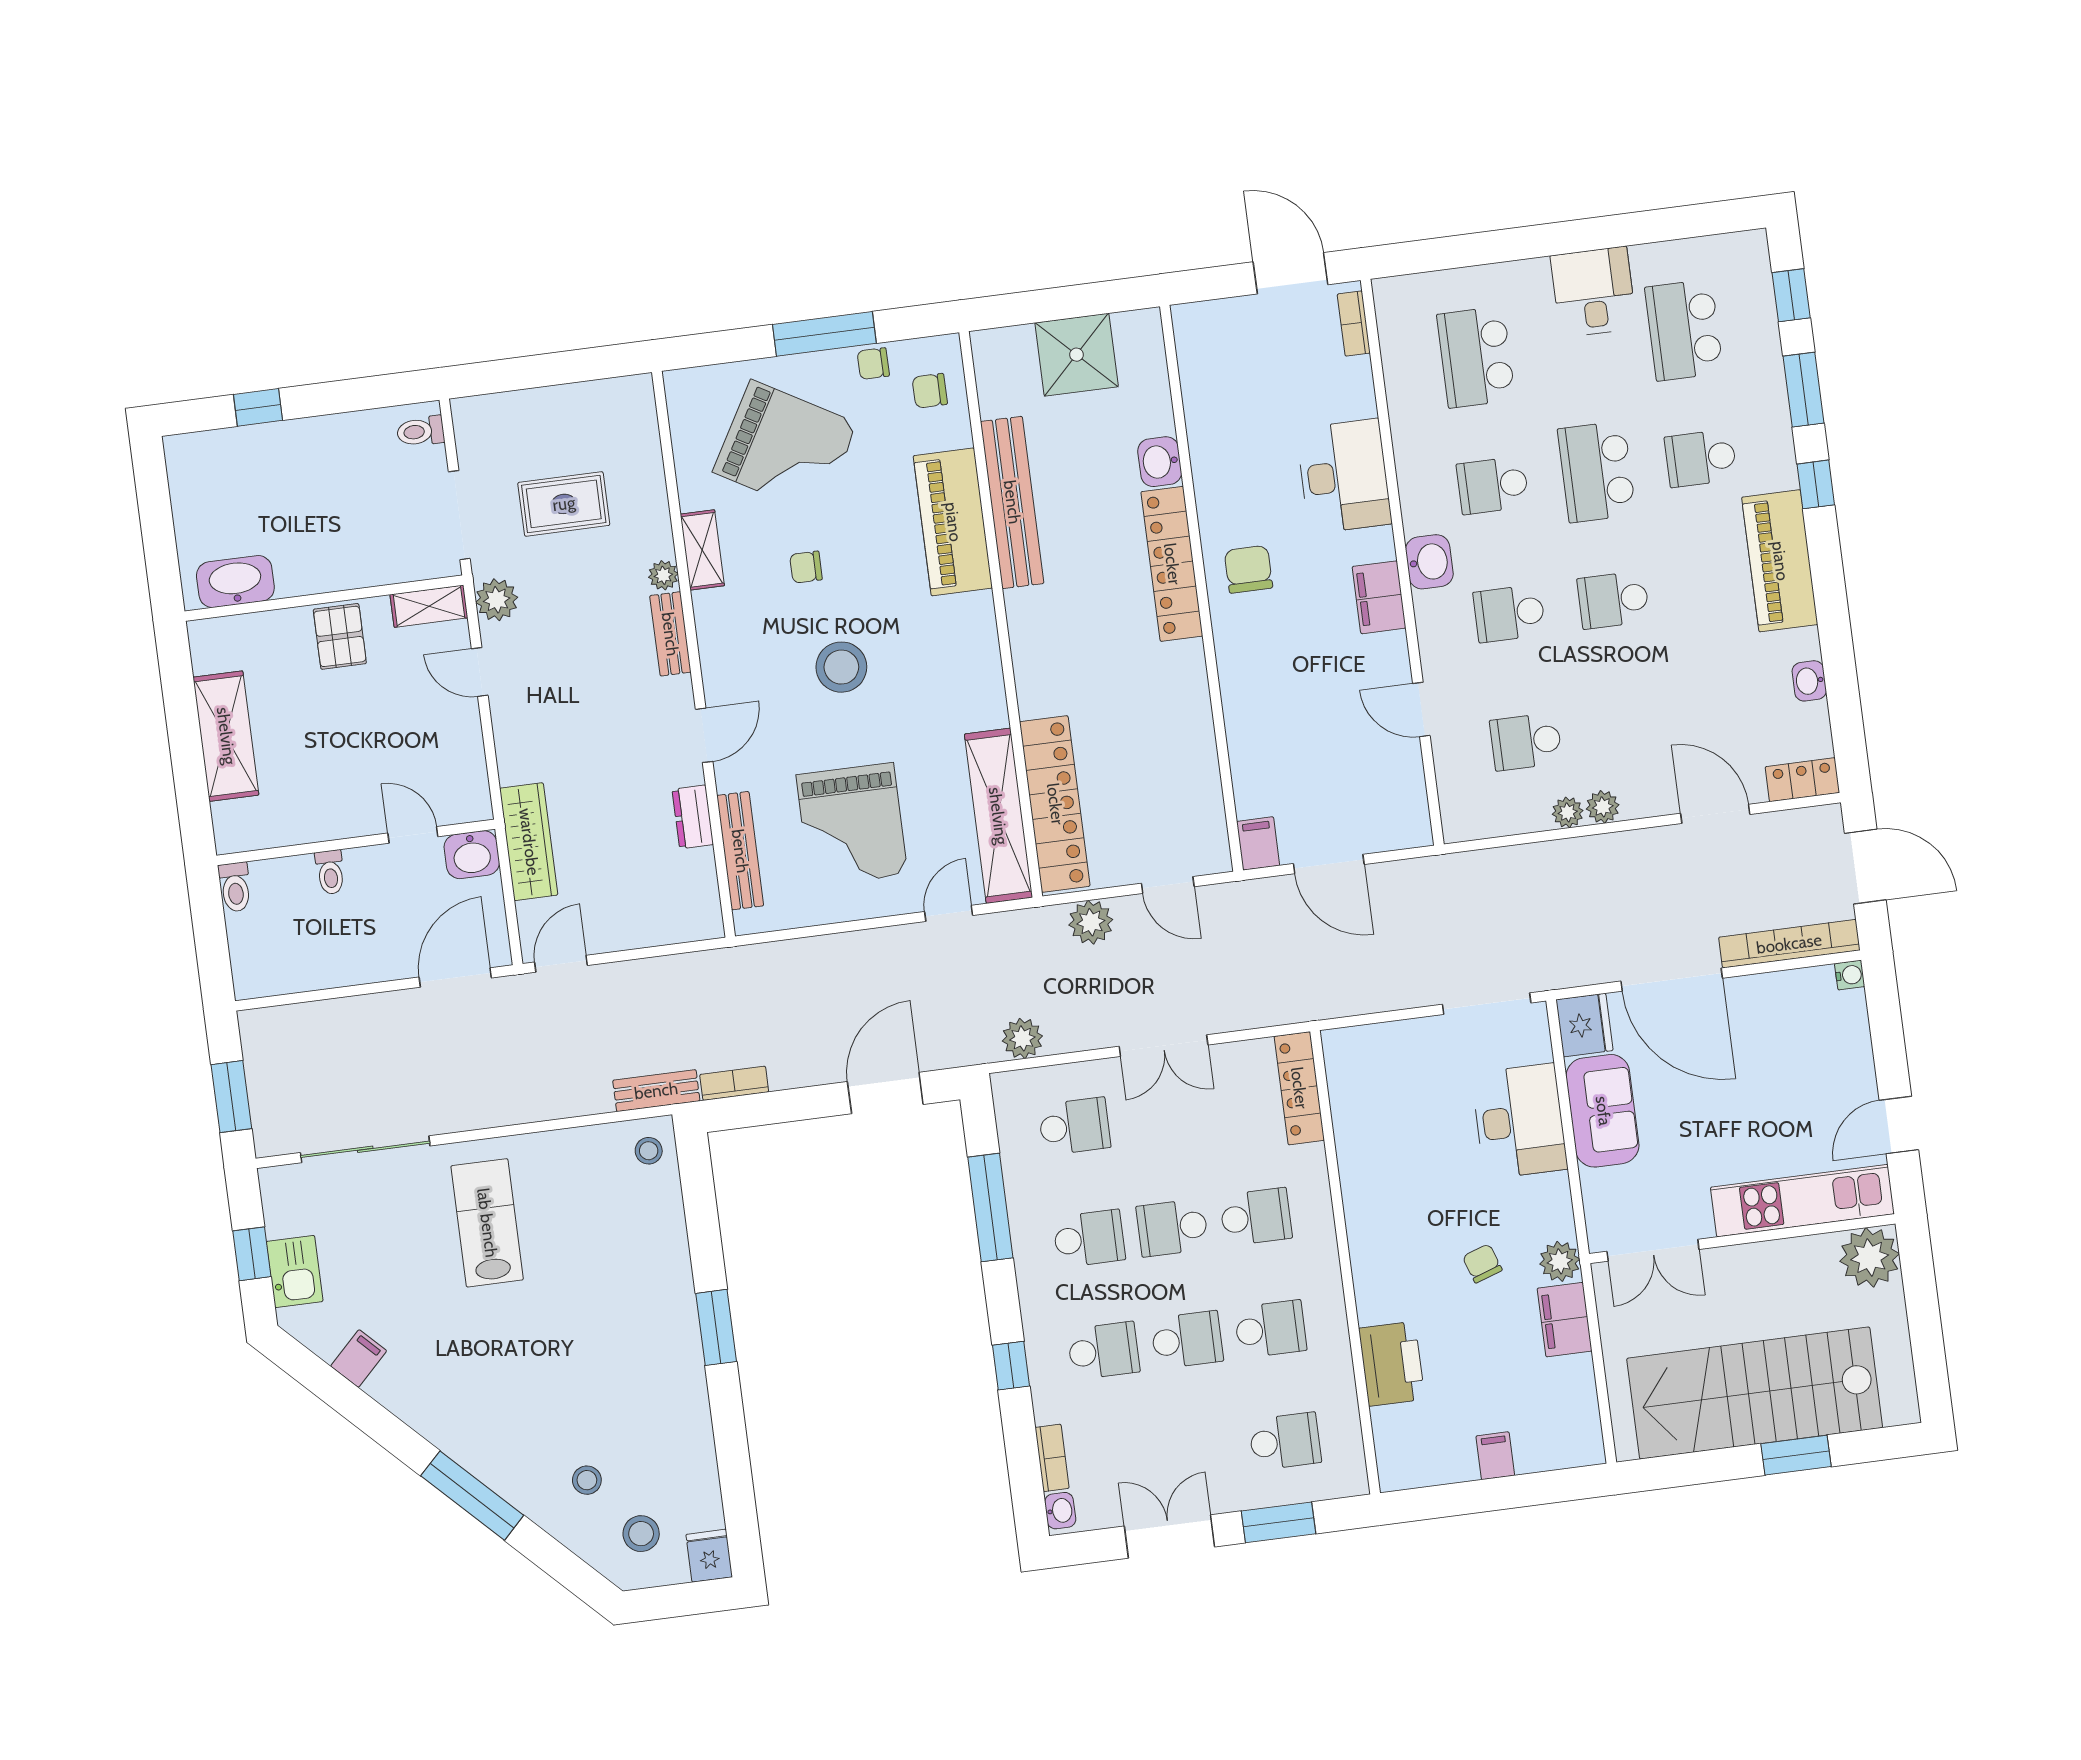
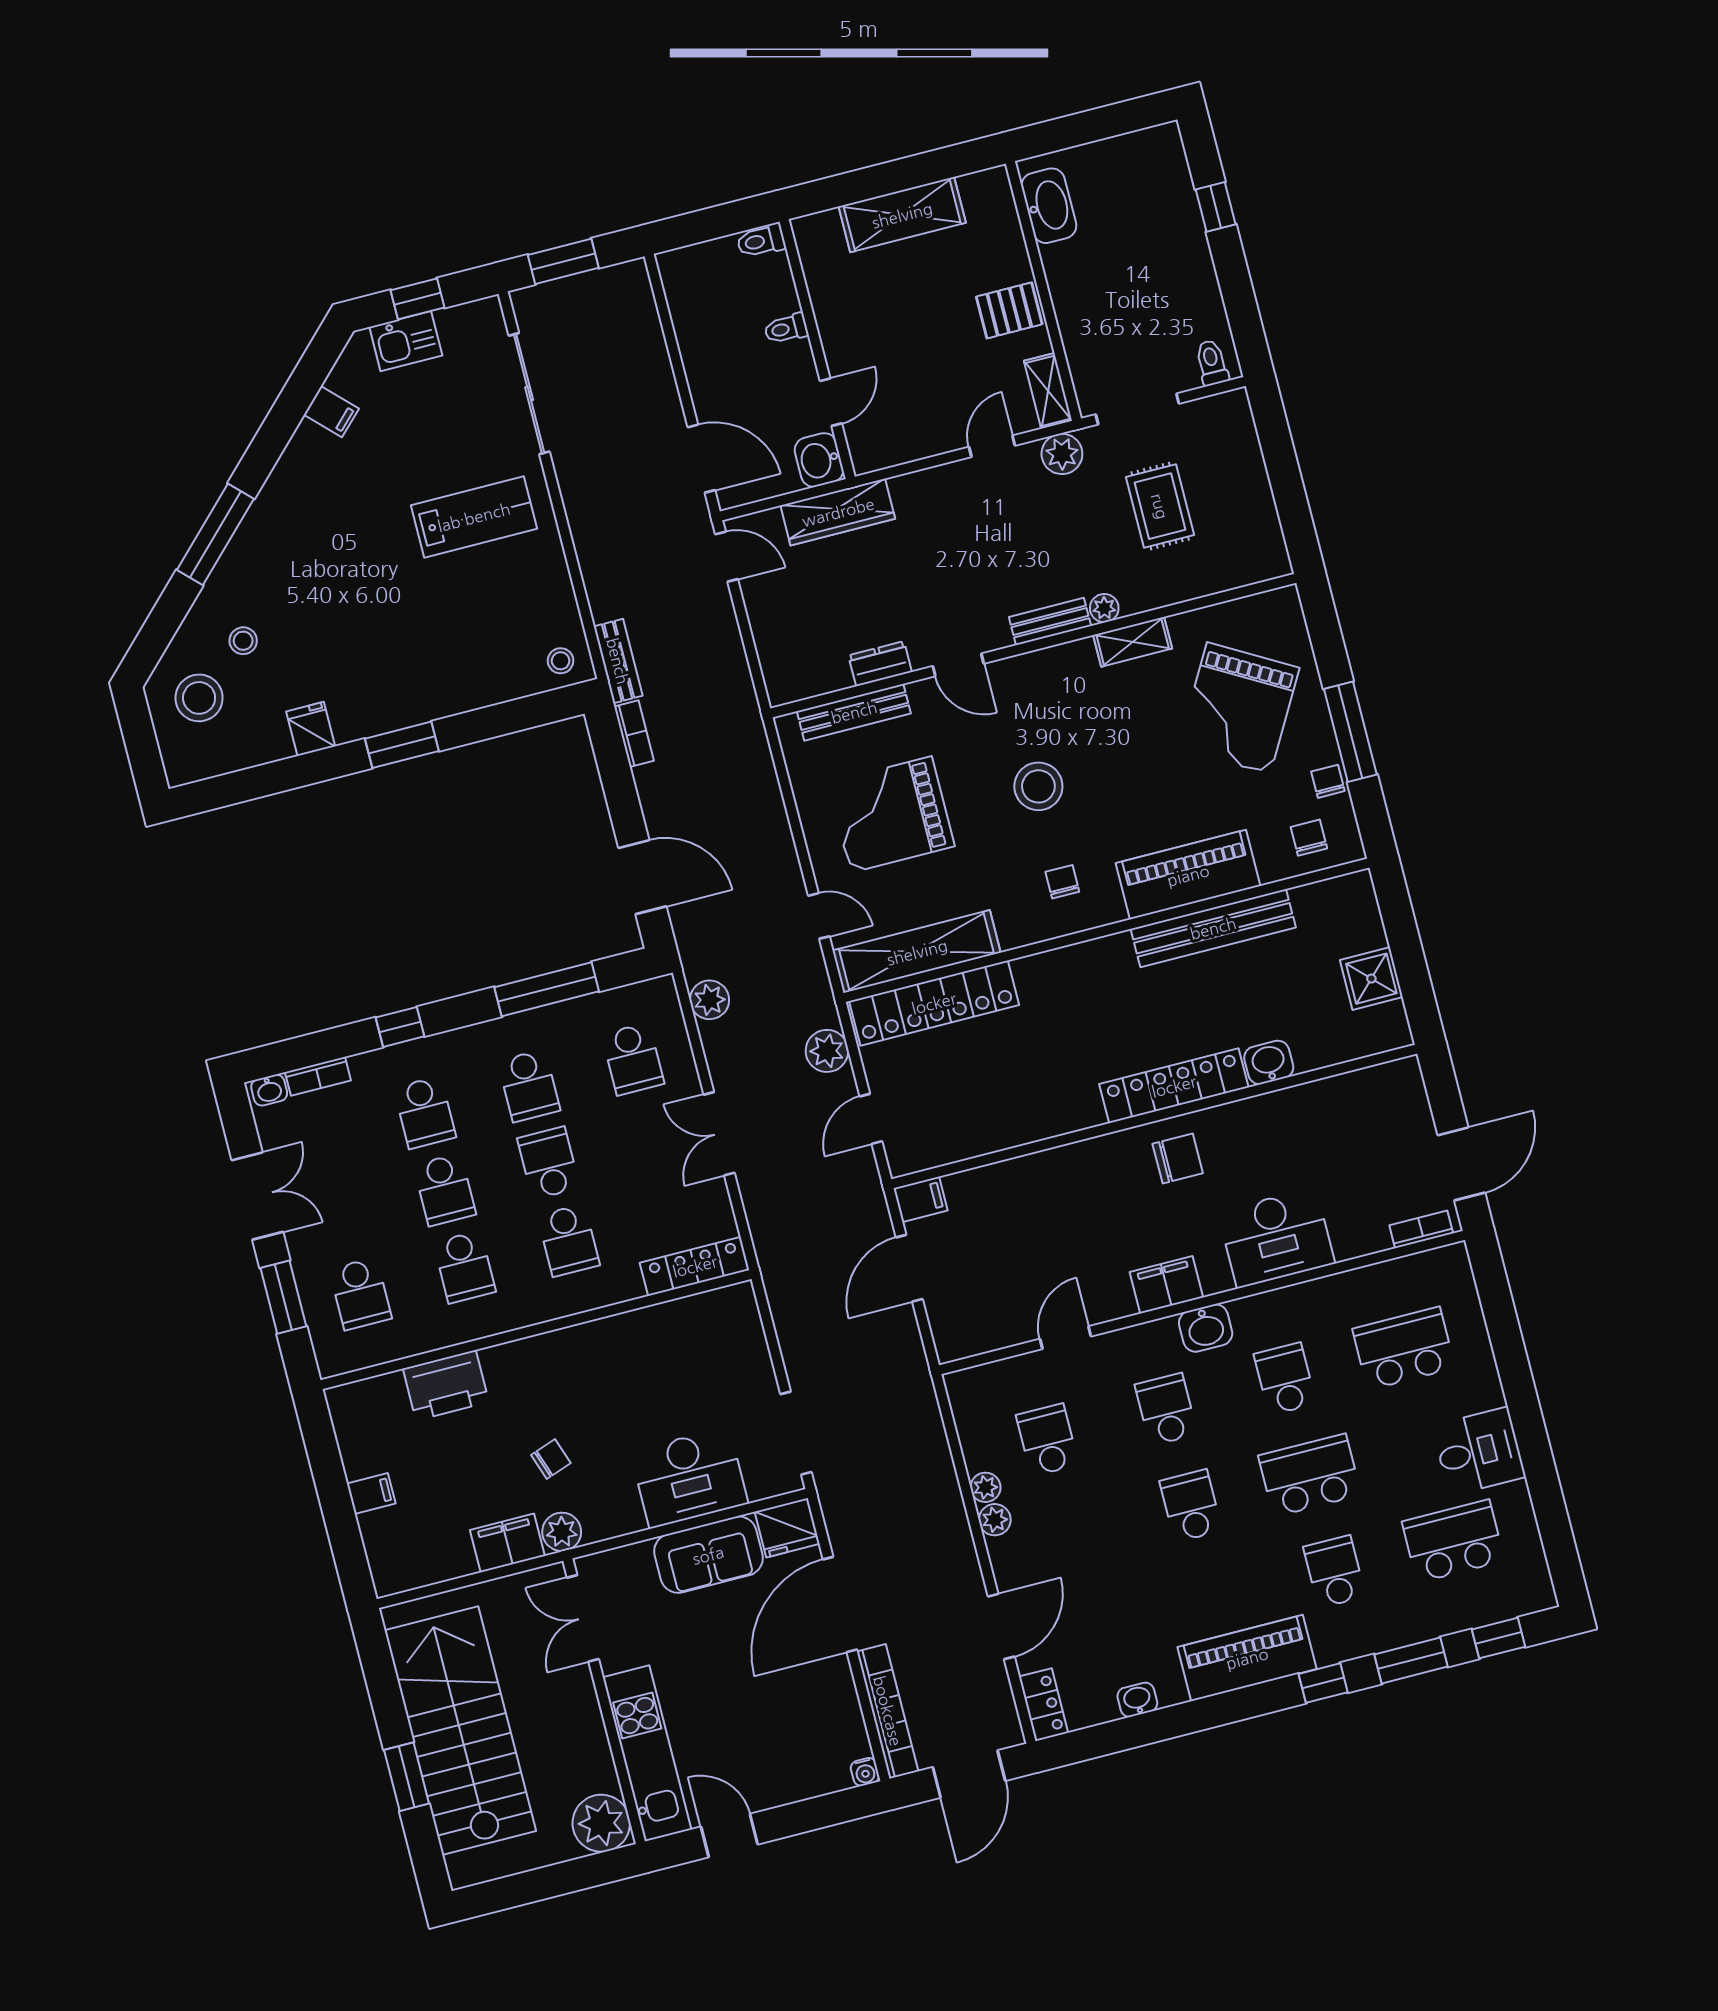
shower: (1077, 355) -> (1371, 979), width x0.73, depth x0.73
chair: (806, 567) -> (1062, 882), moved
stool: (641, 1534) -> (199, 698), width x1.38, depth x1.38
fridge: (709, 1556) -> (311, 729), moved, turned -90

